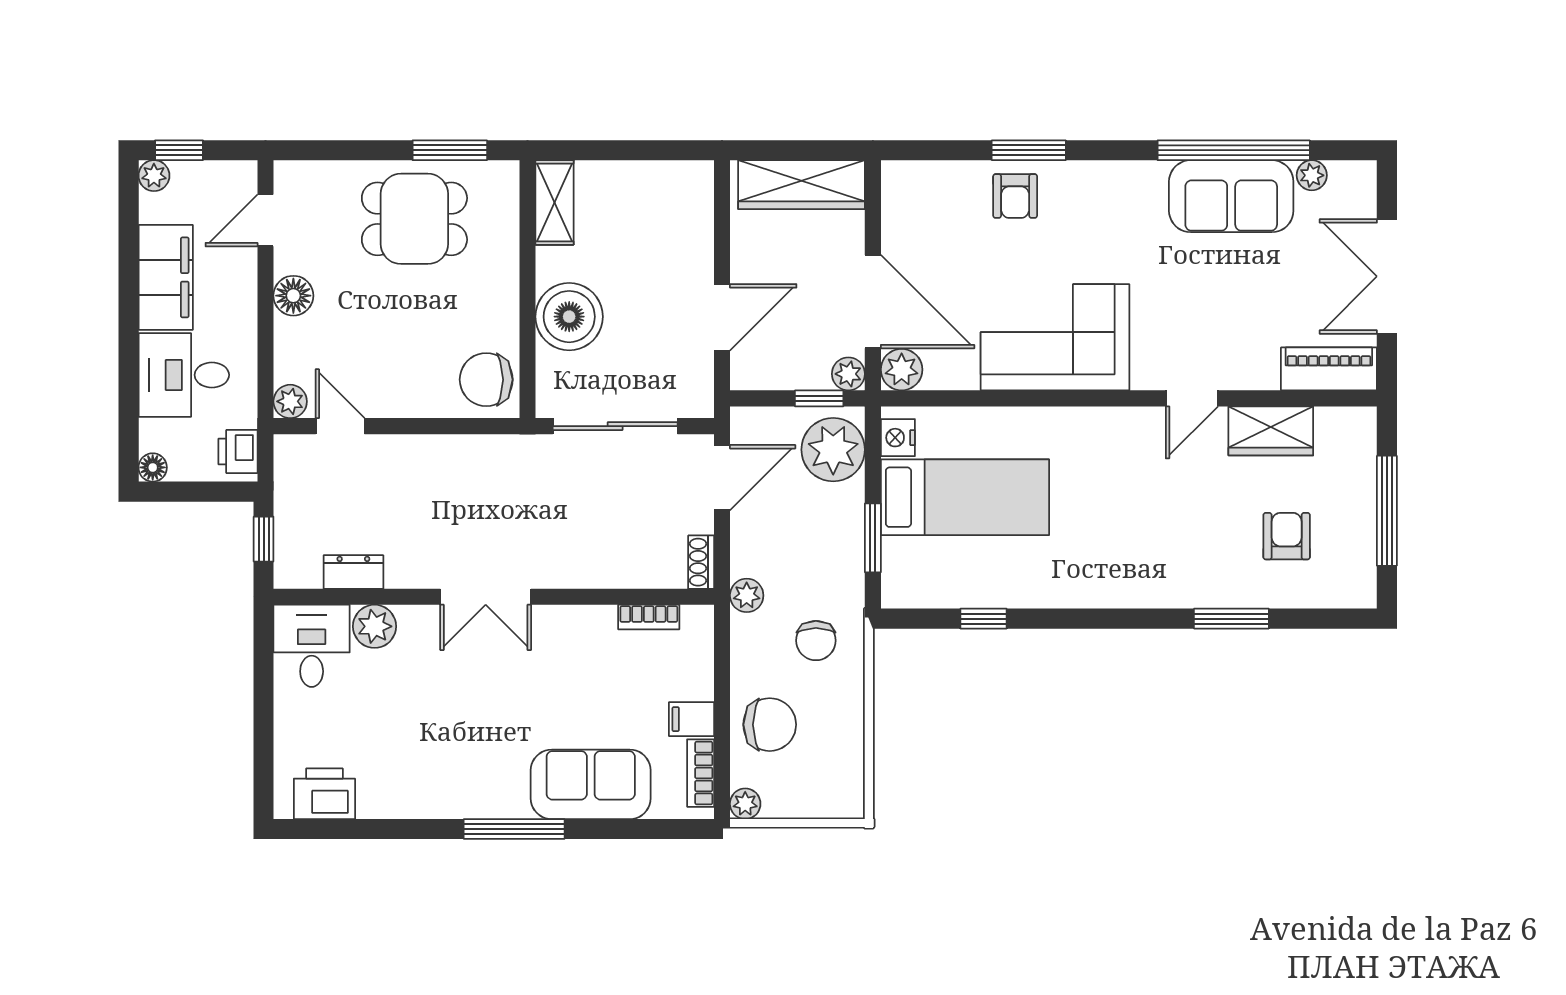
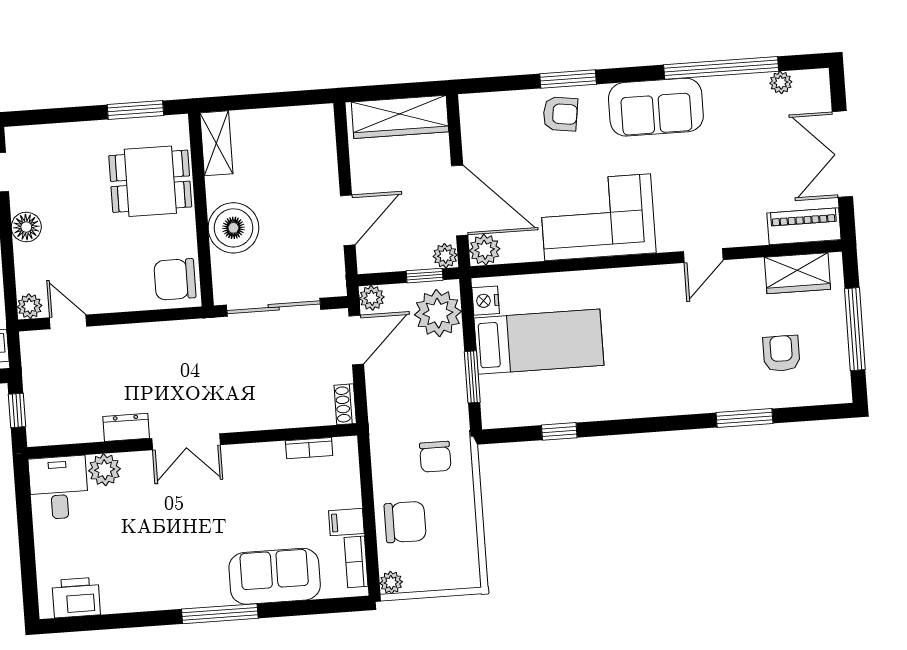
armchair: (1015, 196) -> (560, 114), turned -82
sofa: (1231, 196) -> (656, 107), moved
dining table: (414, 219) -> (150, 181), moved
wardrobe: (1271, 431) -> (797, 273), moved
dresser: (353, 572) -> (126, 427), moved
plant: (747, 595) -> (372, 298), moved

